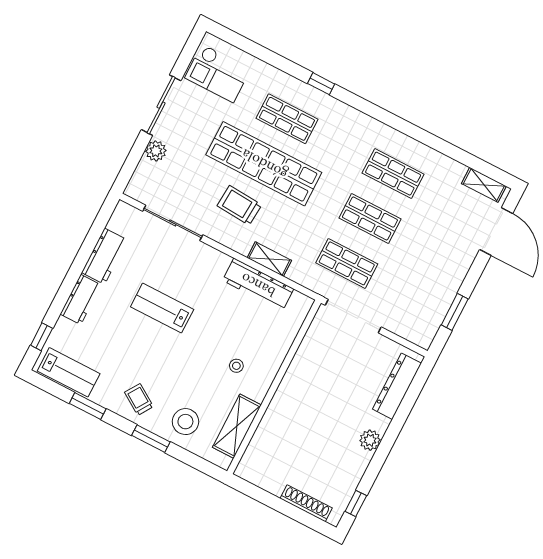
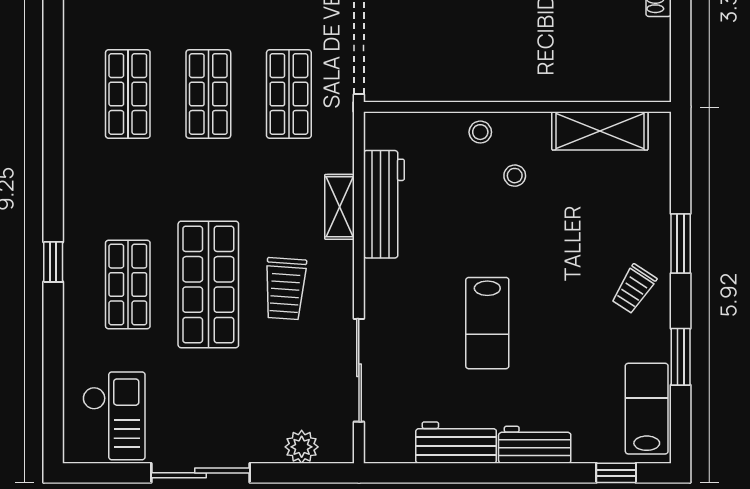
plant: (156, 151) -> (302, 447), moved
shop shelf: (264, 164) -> (208, 284), width x0.71
stool: (185, 422) -> (480, 132), moved, width x0.53, depth x0.53

